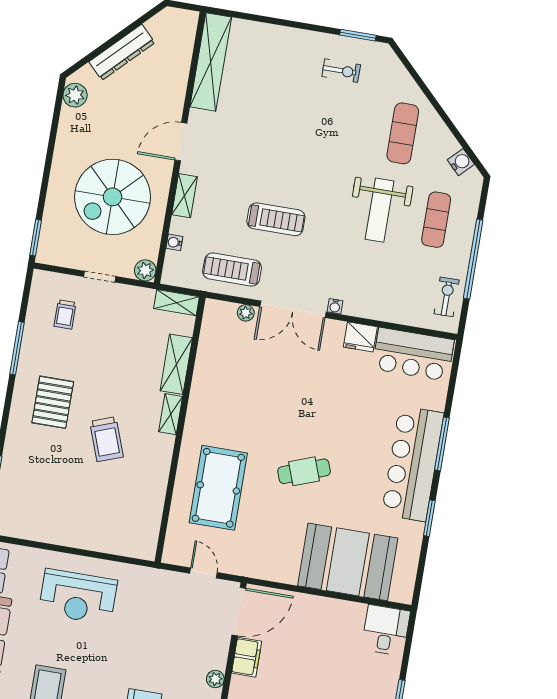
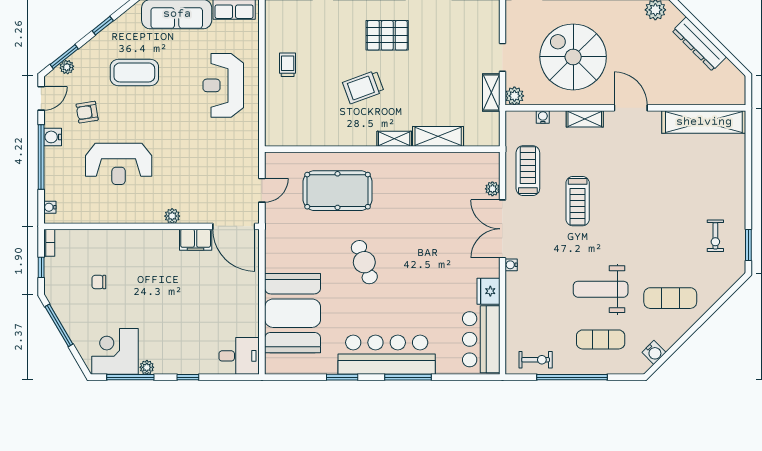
shelving: (177, 303) -> (491, 92), moved
trolley: (65, 314) -> (288, 65), moved, turned 90

